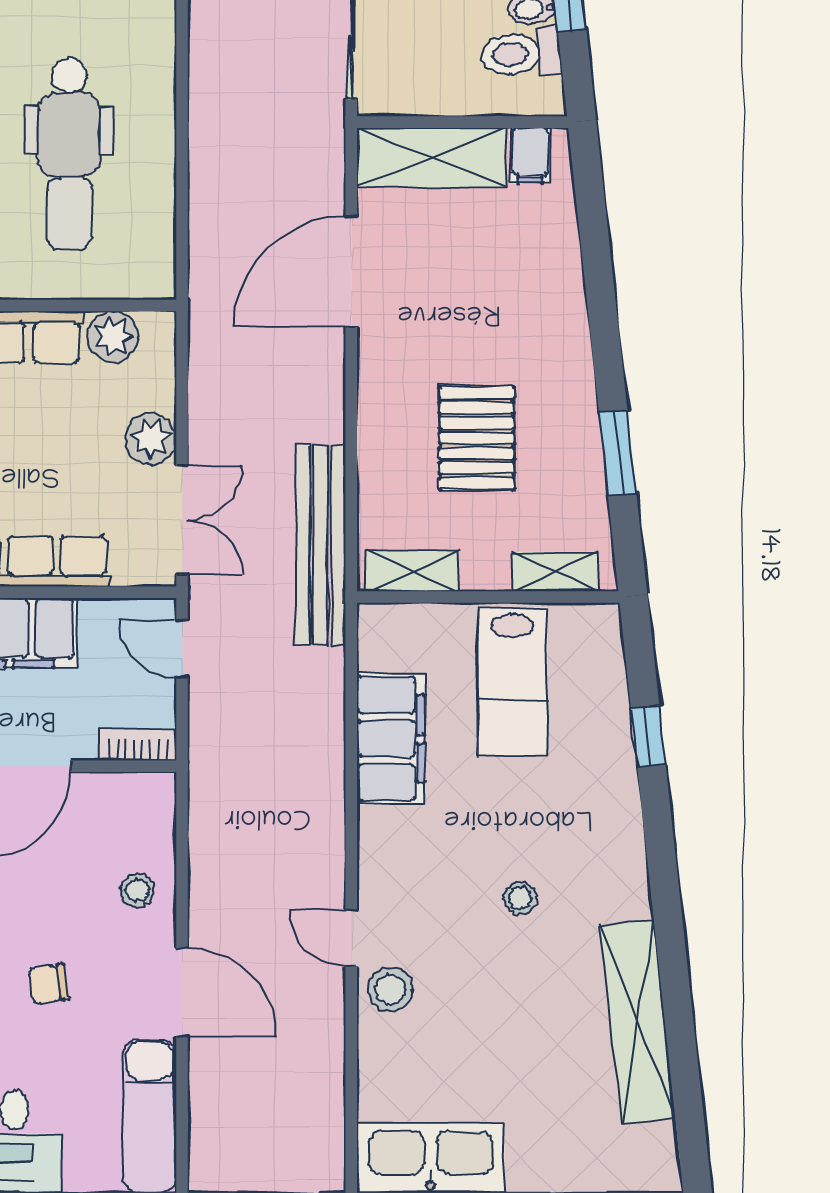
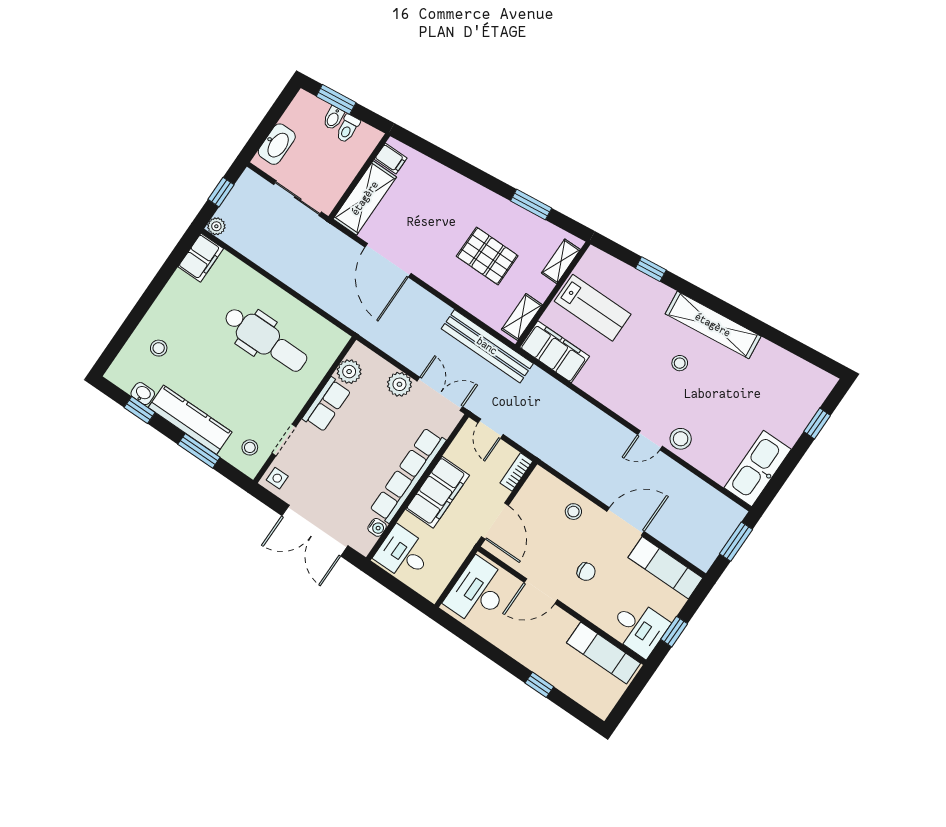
toilet: (521, 53) -> (348, 129), width x0.73, depth x0.72
door: (182, 649) -> (491, 429), hinge flipped
filing cabinet: (391, 739) -> (555, 352), moved
chair: (48, 984) -> (586, 572), turned -87
shelving: (638, 1022) -> (713, 325), moved

